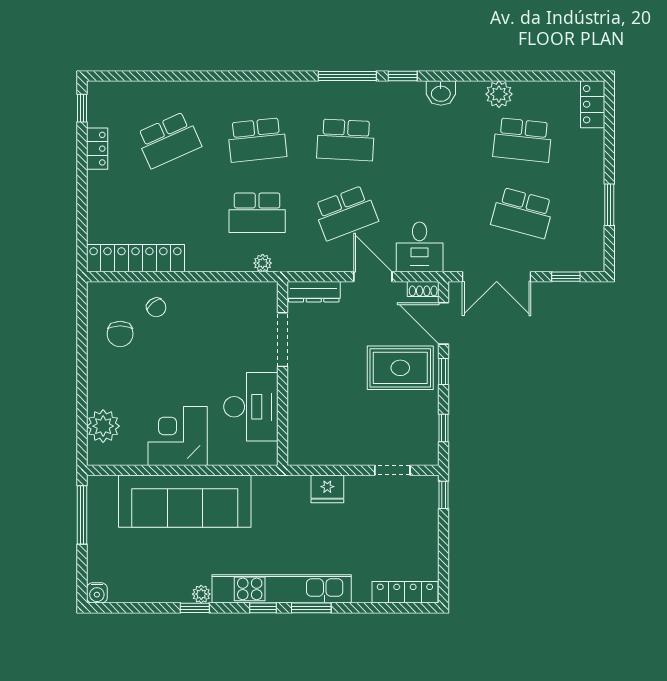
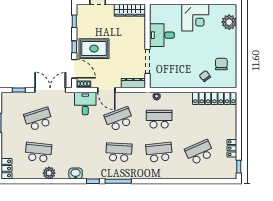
school desk: (523, 213) -> (38, 119), turned -33
desk: (251, 407) -> (162, 35), width x0.73
wardrobe: (321, 452) -> (130, 10), added

